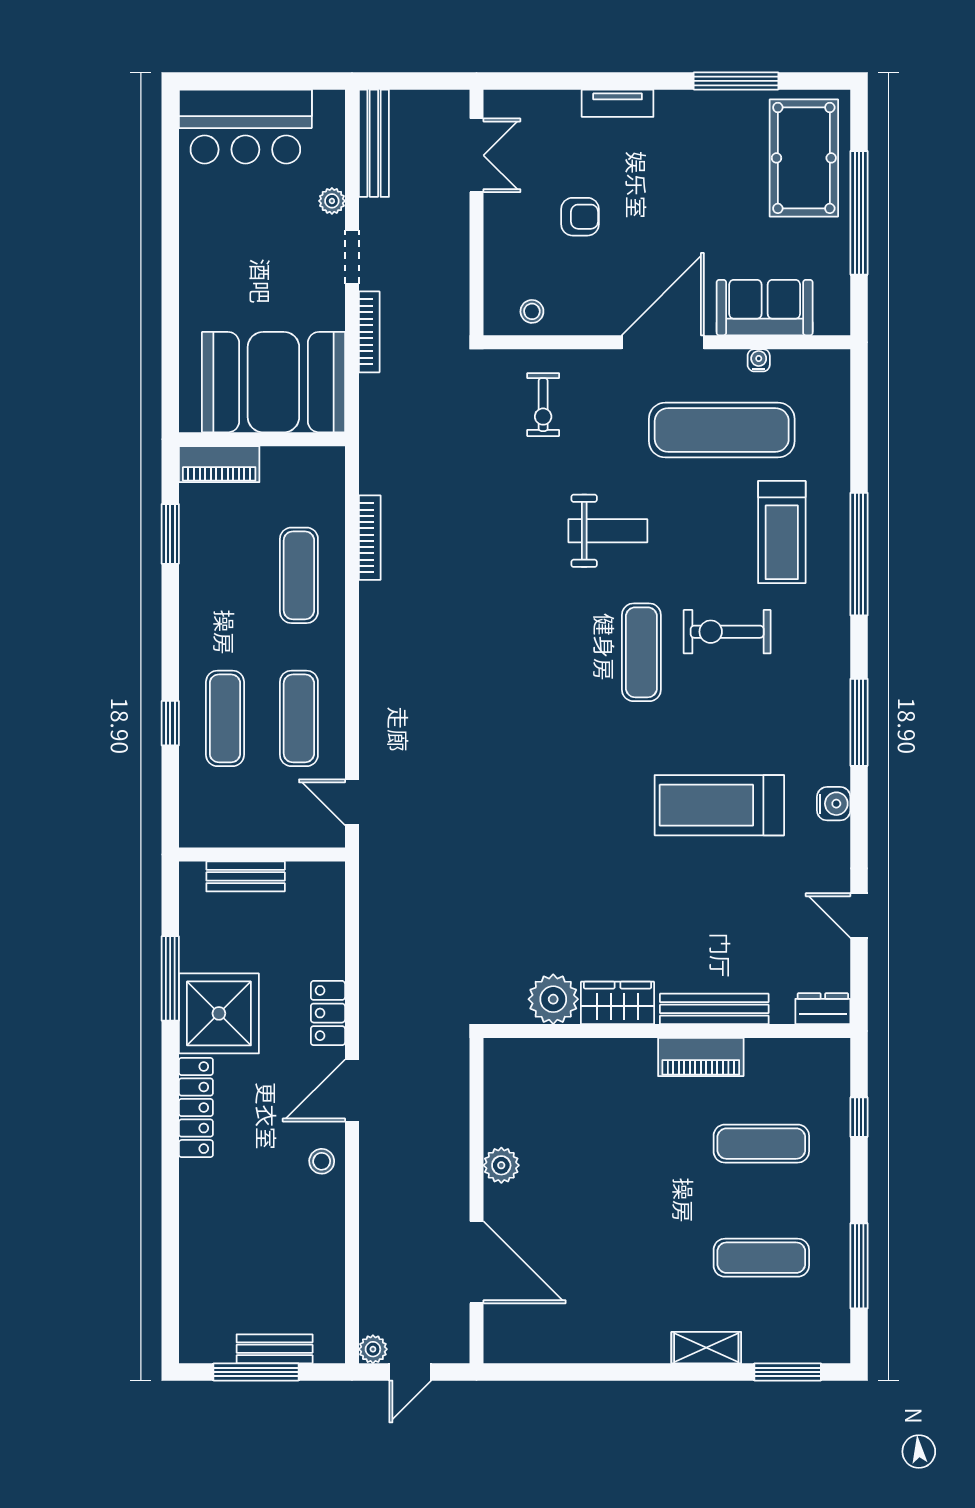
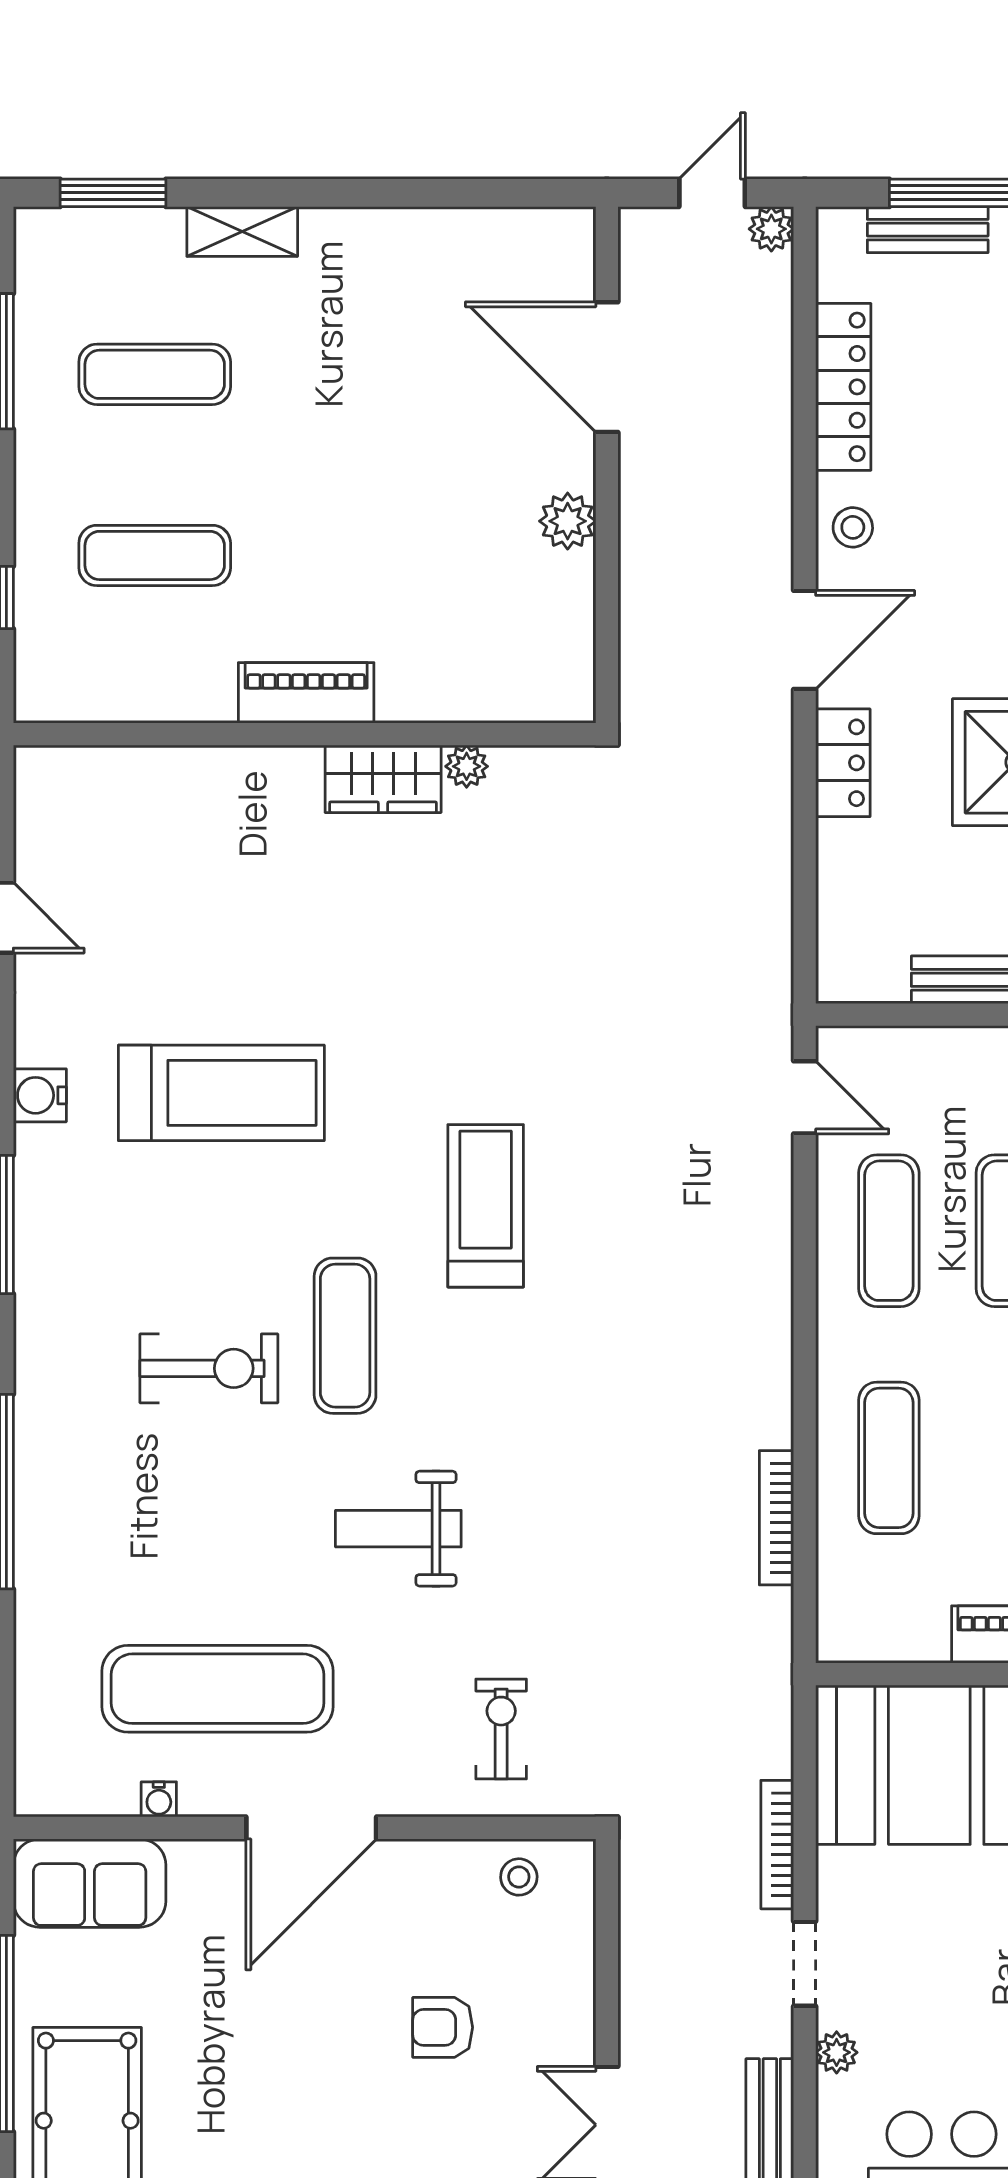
sofa: (765, 308) -> (90, 1883), moved
treadmill: (782, 532) -> (486, 1206), moved
plant: (553, 999) -> (467, 766), width x0.53, depth x0.53
bench: (714, 1009) -> (229, 769), removed
dresser: (823, 1009) -> (57, 770), removed
piano: (701, 1057) -> (306, 693), moved
locker: (328, 1250) -> (843, 387), added

